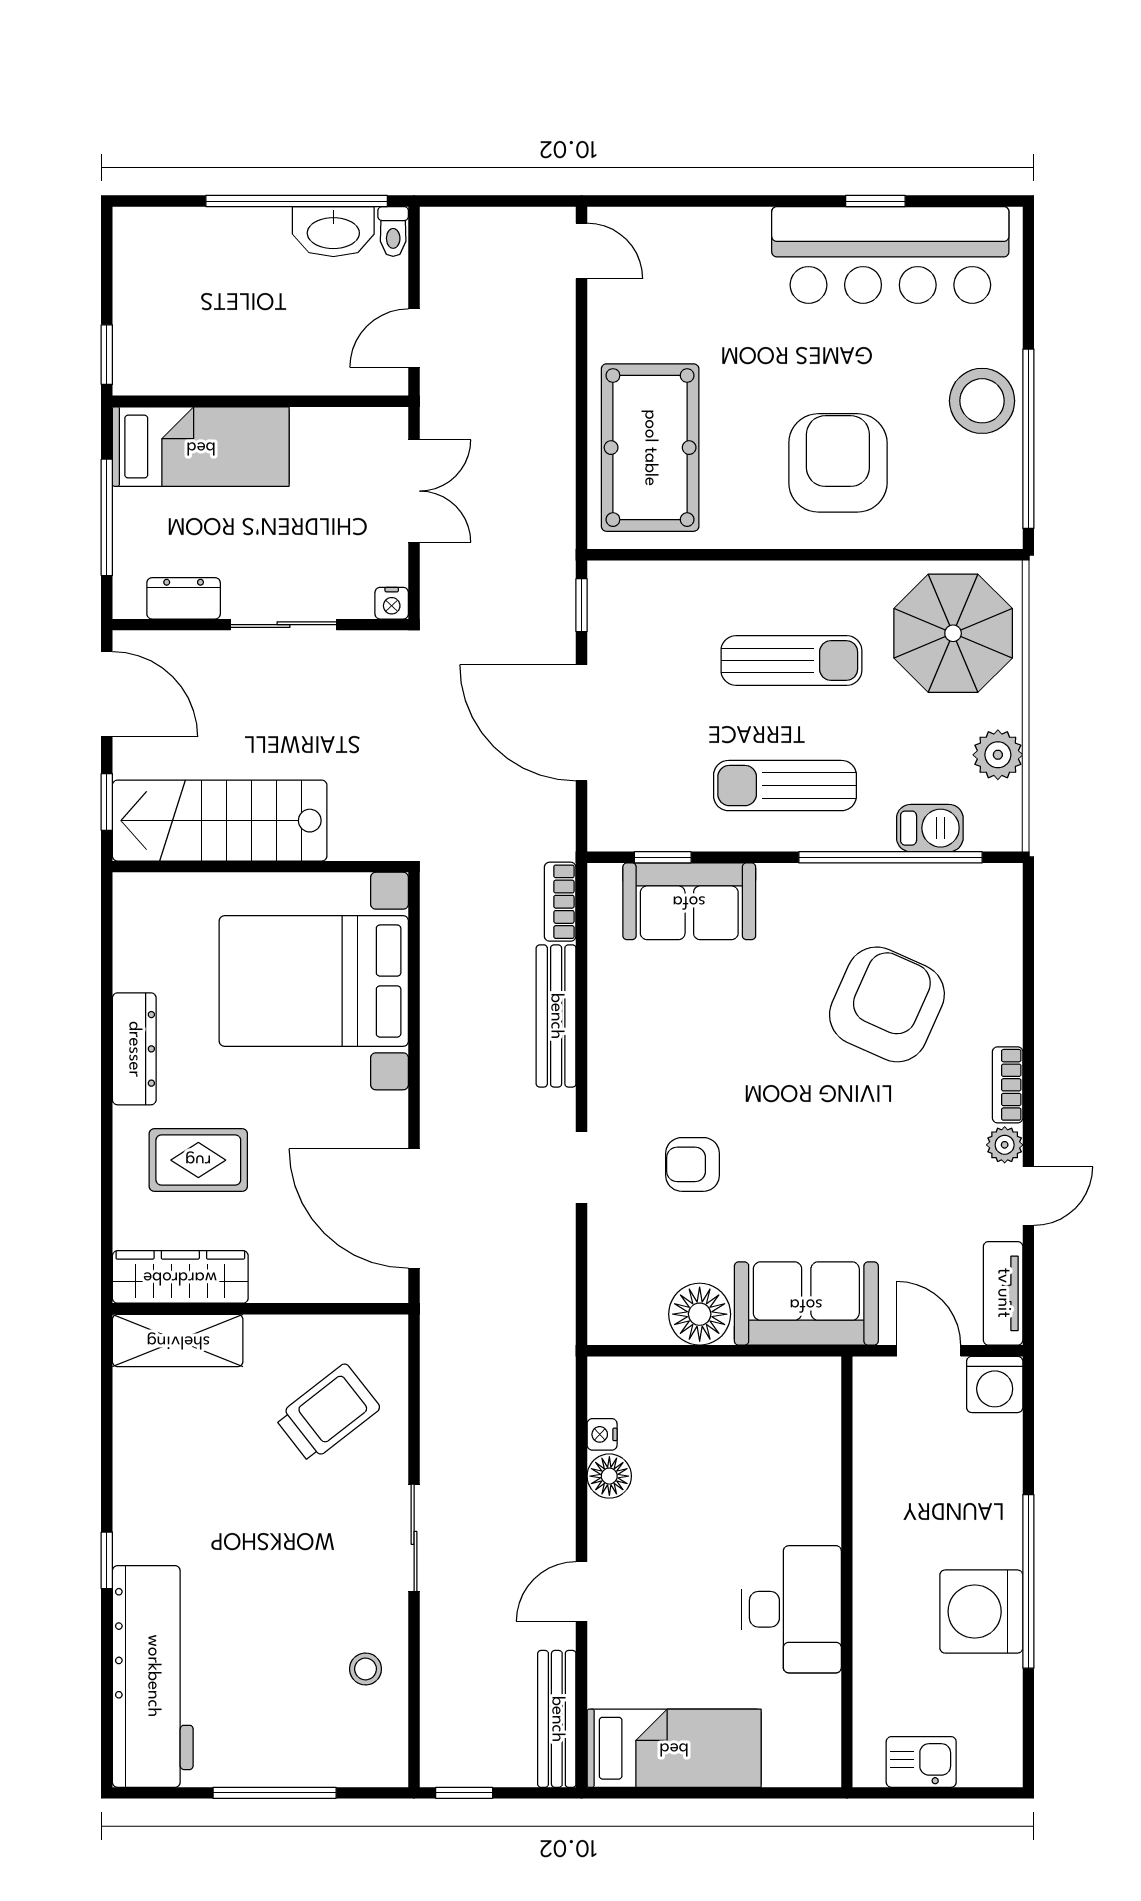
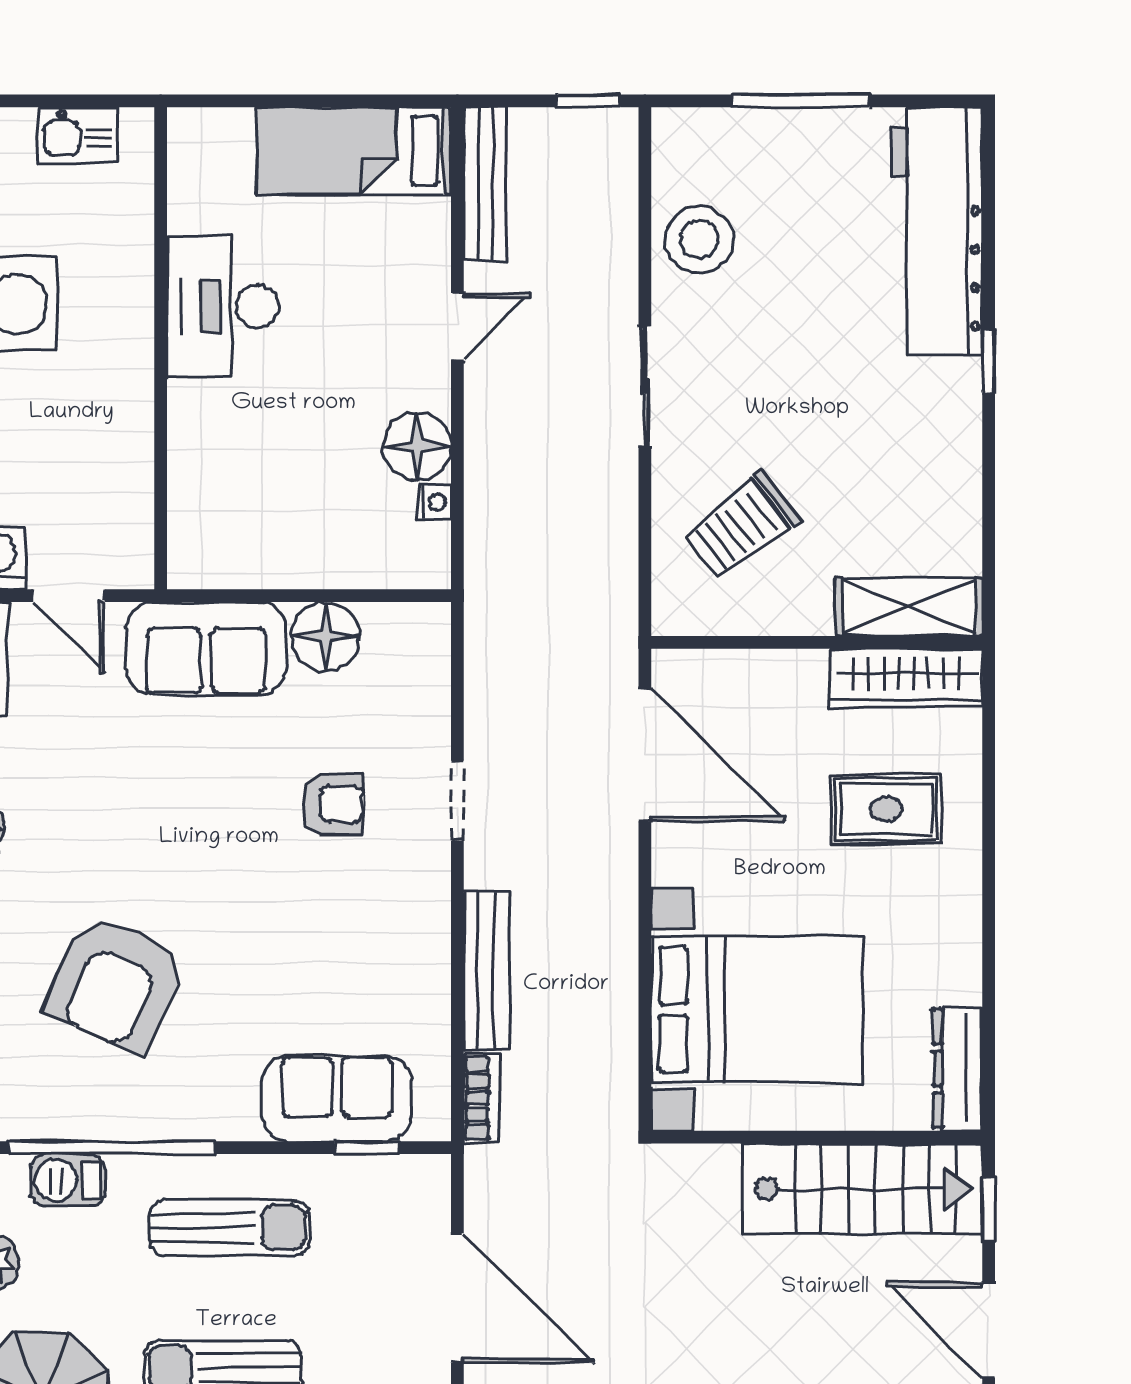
dresser: (134, 1049) -> (958, 1068), moved
floor lamp: (609, 1476) -> (417, 446), width x1.38, depth x1.38
stool: (366, 1669) -> (699, 240), width x1.89, depth x1.89

